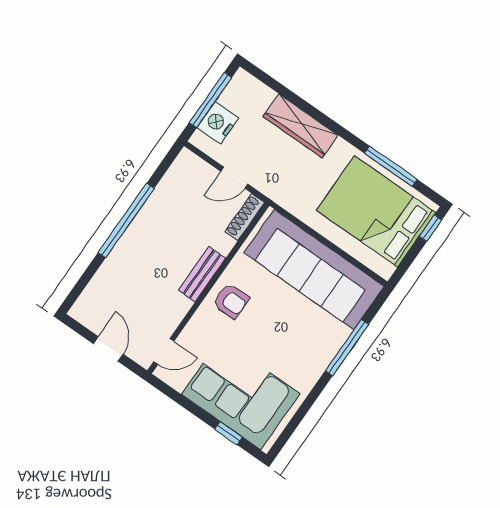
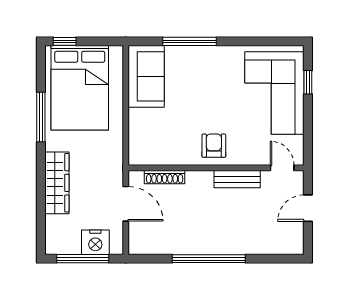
window: (391, 166) -> (41, 117), moved
door: (234, 178) -> (126, 204), width x1.38
shoe rack: (245, 217) -> (165, 177), moved
sofa: (314, 269) -> (146, 76), width x0.54, depth x0.79
bench: (202, 274) -> (237, 179), moved

